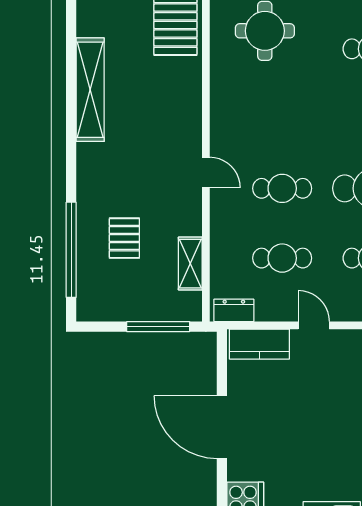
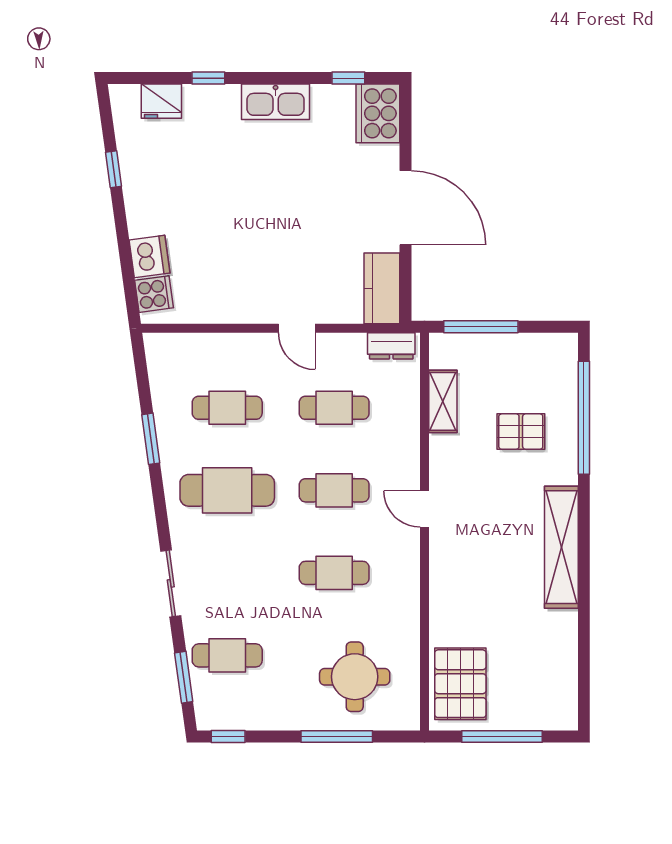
shelving: (90, 90) -> (561, 547), moved
cafe table: (282, 119) -> (334, 573), added
pallet: (124, 238) -> (521, 432), turned 90
kitchen counter: (259, 344) -> (382, 288), moved, turned -90

